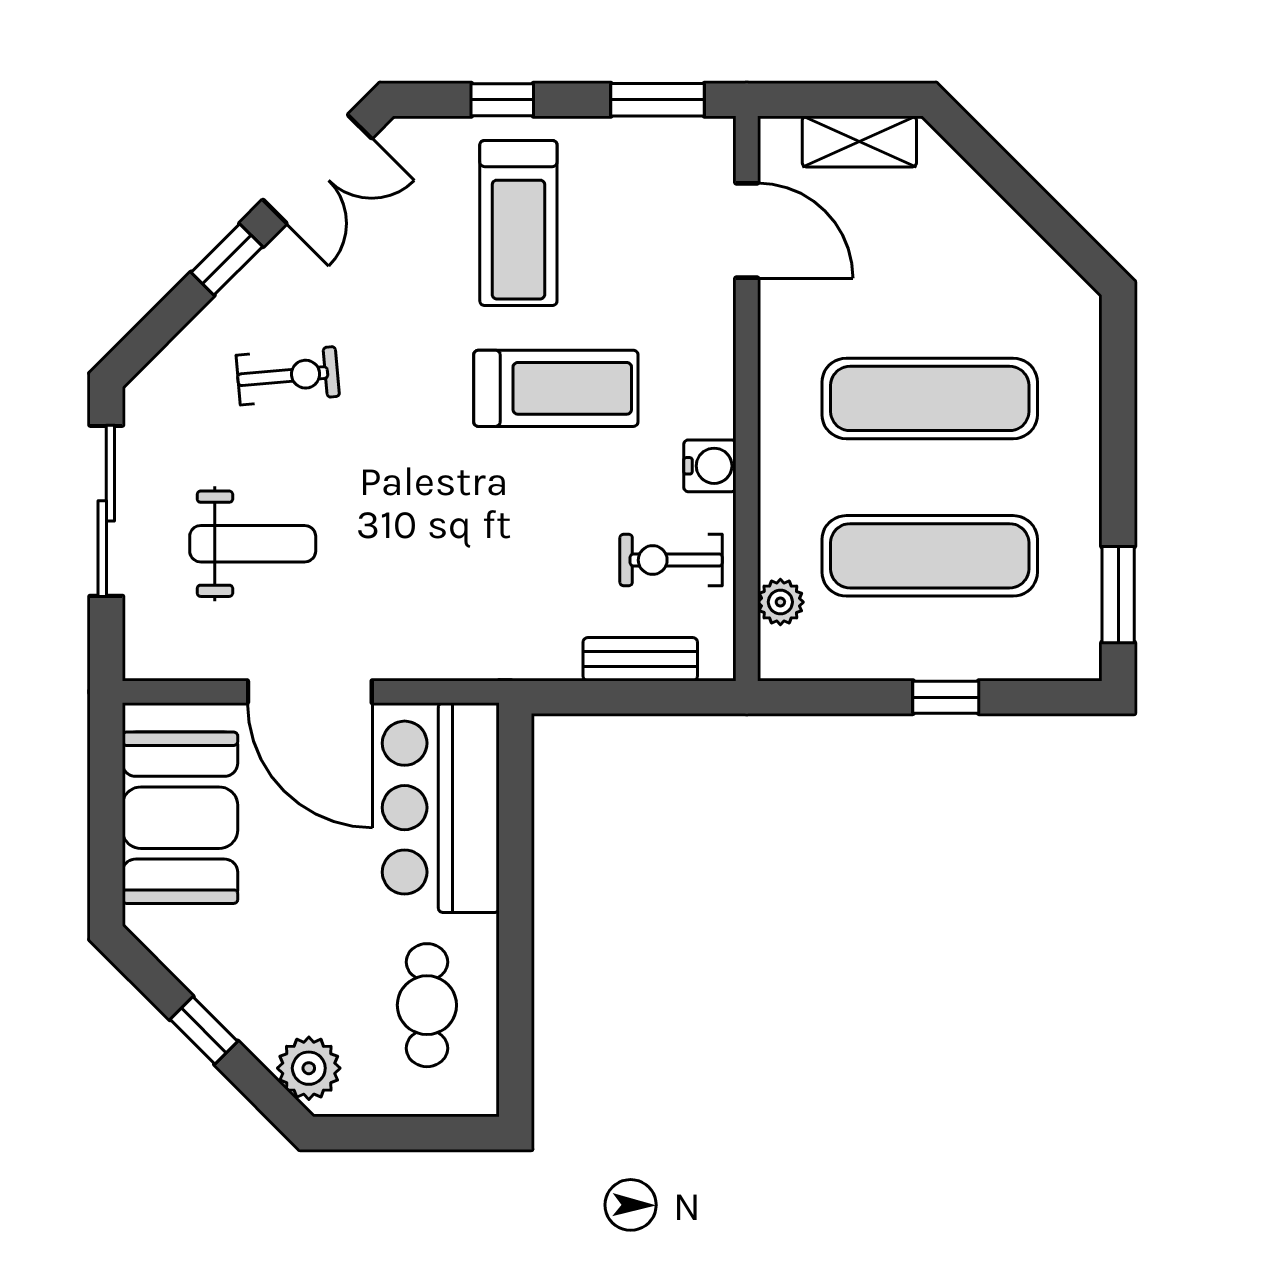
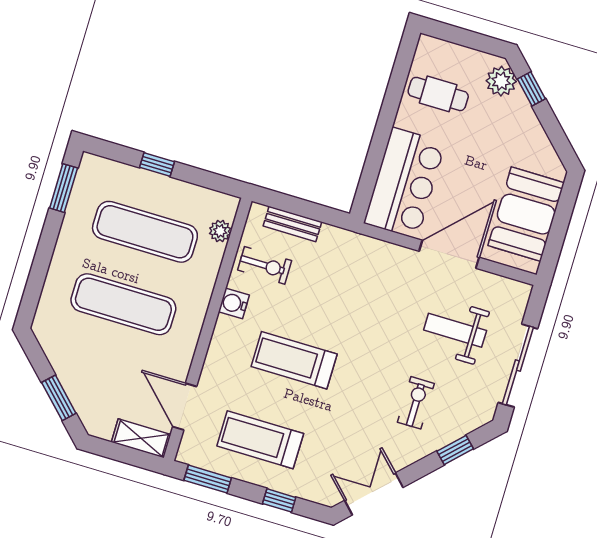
shelving: (859, 142) -> (141, 438), moved
window: (1003, 173) -> (59, 398), added
treadmill: (518, 223) -> (260, 440), moved, turned -90
window: (227, 259) -> (455, 450), moved
exercise bike: (288, 376) -> (416, 403), turned 95
door: (310, 692) -> (449, 254), hinge flipped
cafe table: (427, 1005) -> (438, 94), turned 90
window: (204, 1030) -> (531, 89), moved

